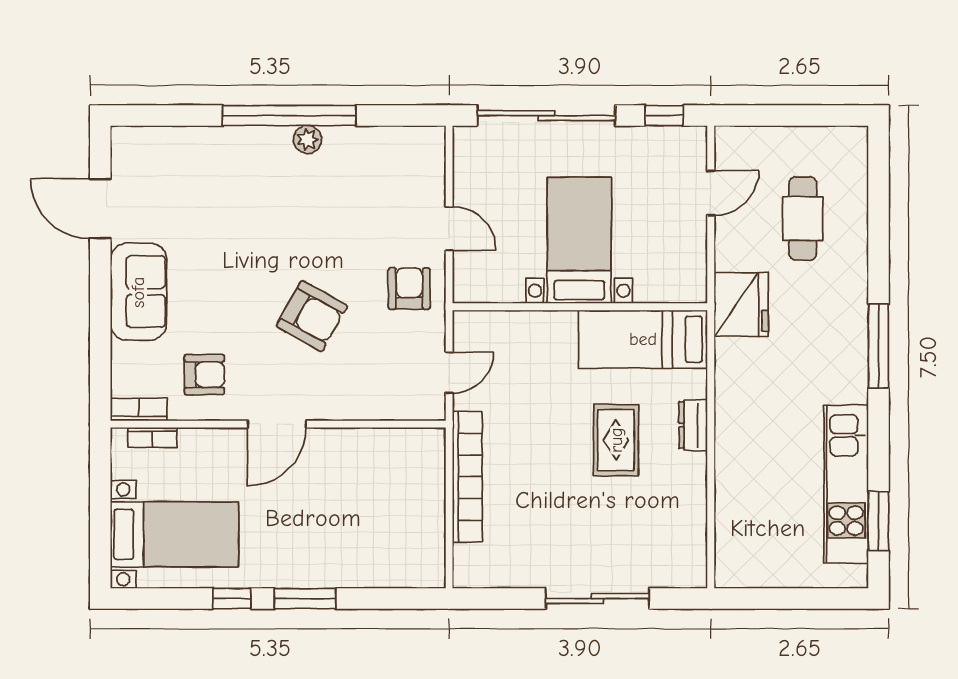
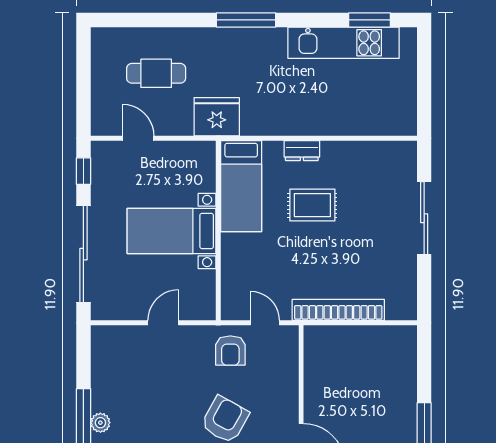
armchair: (409, 289) -> (230, 351), moved, turned -90

